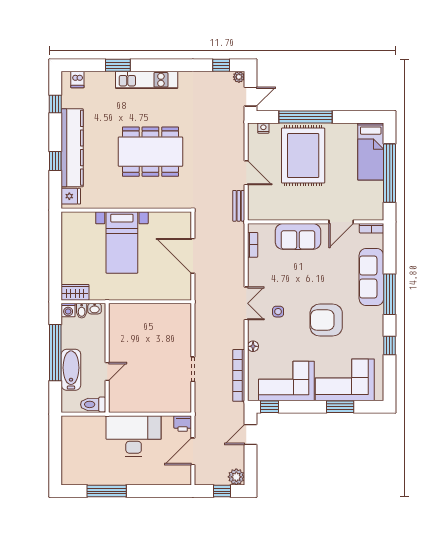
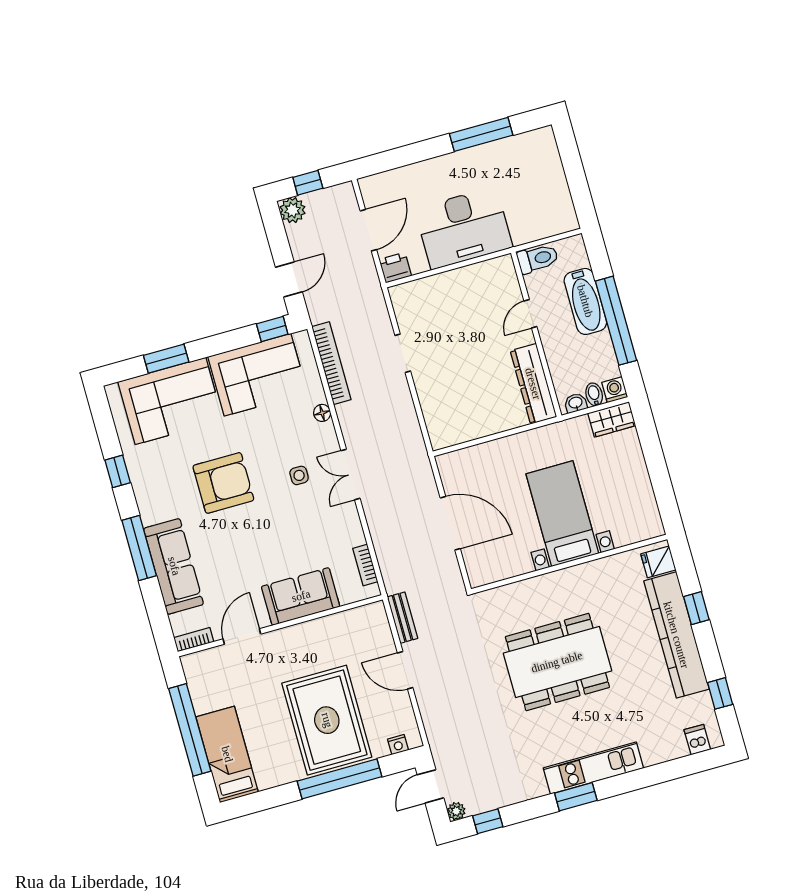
window: (118, 65) -> (576, 797), moved
dresser: (117, 328) -> (533, 384), added

